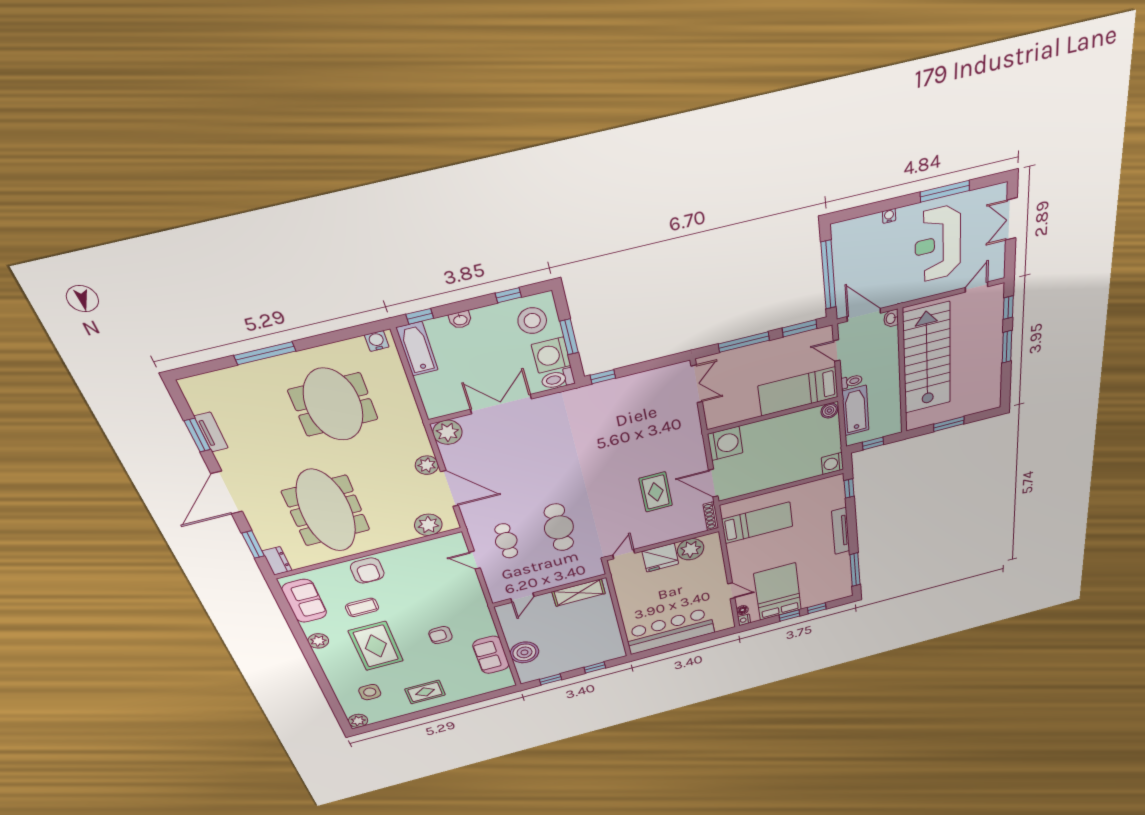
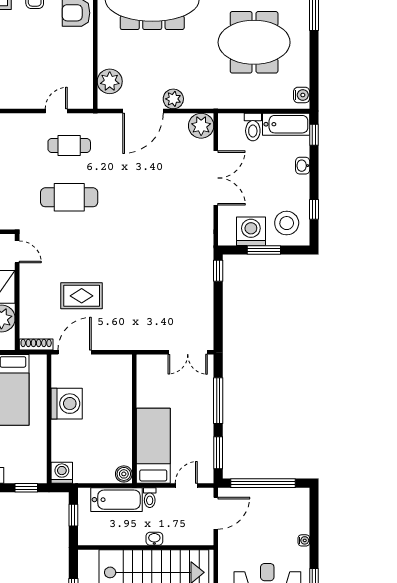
washbasin: (891, 318) -> (154, 539), moved
toilet: (558, 379) -> (253, 127), moved, turned 180
washing machine: (725, 443) -> (67, 404), moved, turned -90

